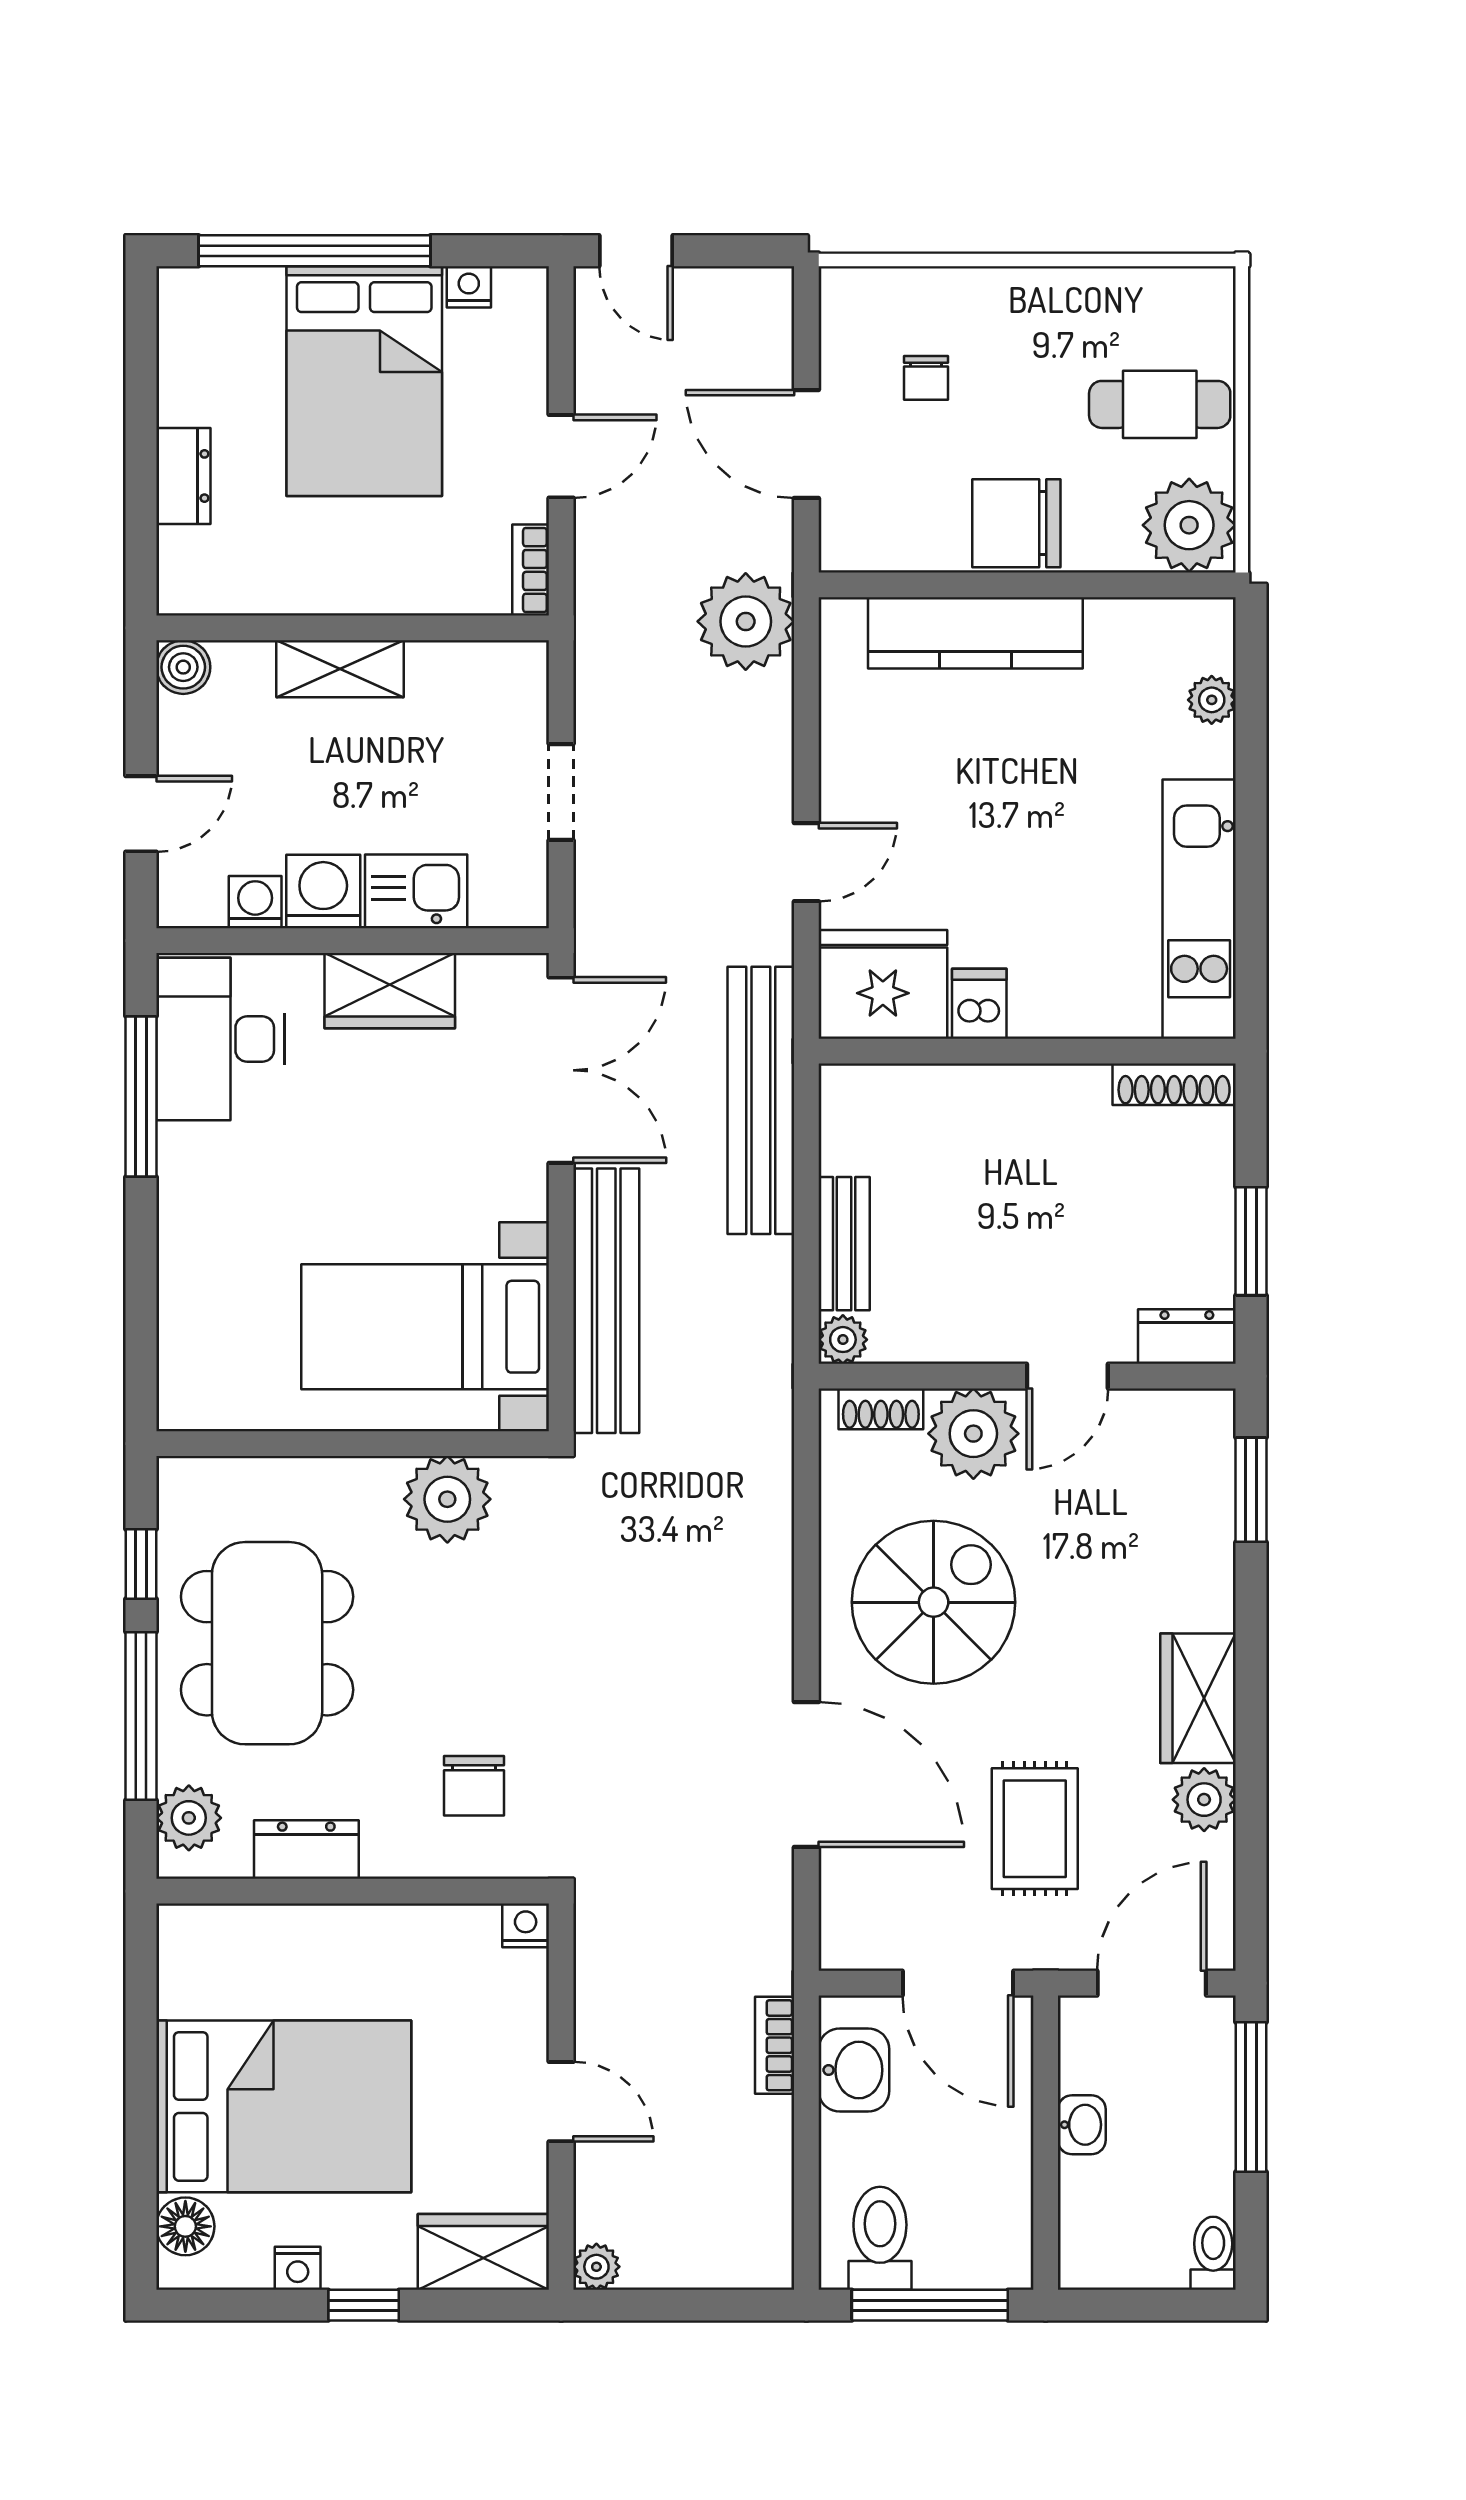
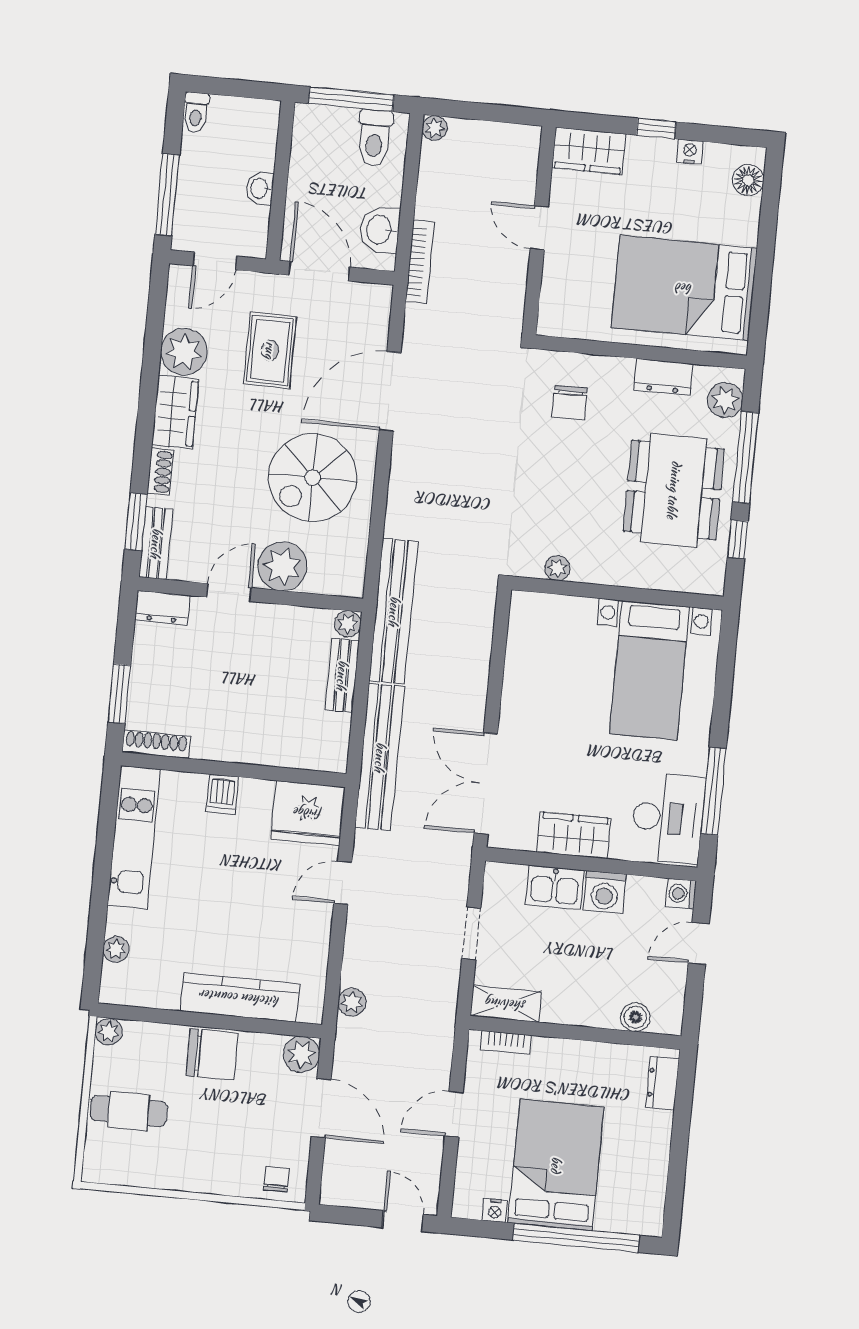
chair: (926, 378) -> (276, 1179), moved
dresser: (183, 476) -> (662, 1083), moved
plant: (1189, 525) -> (109, 1032), width x0.53, depth x0.53
plant: (852, 539) -> (301, 1054), added
bookcase: (531, 570) -> (506, 1043), moved, turned 90
plant: (746, 621) -> (352, 1002), width x0.53, depth x0.53
boiler: (183, 667) -> (635, 1017), moved
shelving: (340, 669) -> (506, 1004), moved
washing machine: (255, 902) -> (681, 894), moved, turned 90
dishwasher: (979, 1004) -> (222, 794), moved
window: (1251, 1241) -> (119, 694), moved
bench: (606, 1301) -> (394, 611), moved
bed with nightstands: (425, 1327) -> (649, 670), moved, turned 90
shoe rack: (881, 1409) -> (160, 472), moved, turned 90
bench: (1211, 1454) -> (156, 543), added
plant: (447, 1499) -> (557, 568), width x0.53, depth x0.53
door: (806, 1775) -> (390, 391), hinge flipped
chair: (474, 1786) -> (570, 403), turned 180
plant: (1204, 1800) -> (184, 352), width x1.36, depth x1.36
nightstand: (526, 1925) -> (549, 325), removed
door: (1152, 1983) -> (215, 261), width x0.73
bookcase: (775, 2045) -> (420, 262), width x1.56
bed: (284, 2106) -> (684, 288), moved
plant: (596, 2267) -> (435, 128), moved

